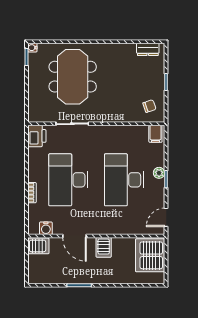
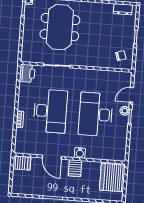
filing cabinet: (155, 134) -> (124, 79), removed
desk: (68, 180) -> (50, 111), turned 180
door: (166, 217) -> (132, 95), moved
water cooler: (46, 228) -> (80, 153), moved

